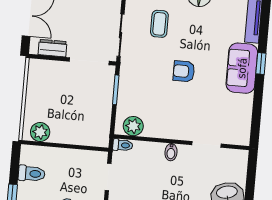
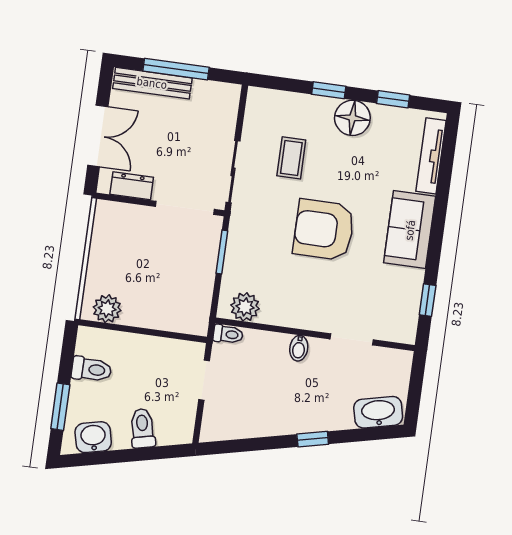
window: (261, 64) -> (428, 300), moved
armchair: (184, 71) -> (324, 230), width x1.88, depth x1.88

